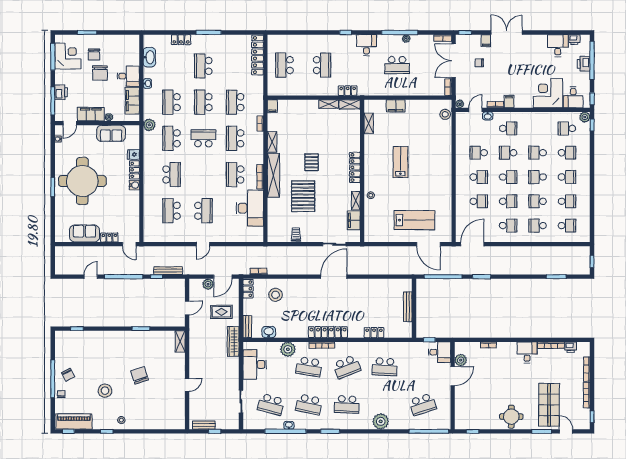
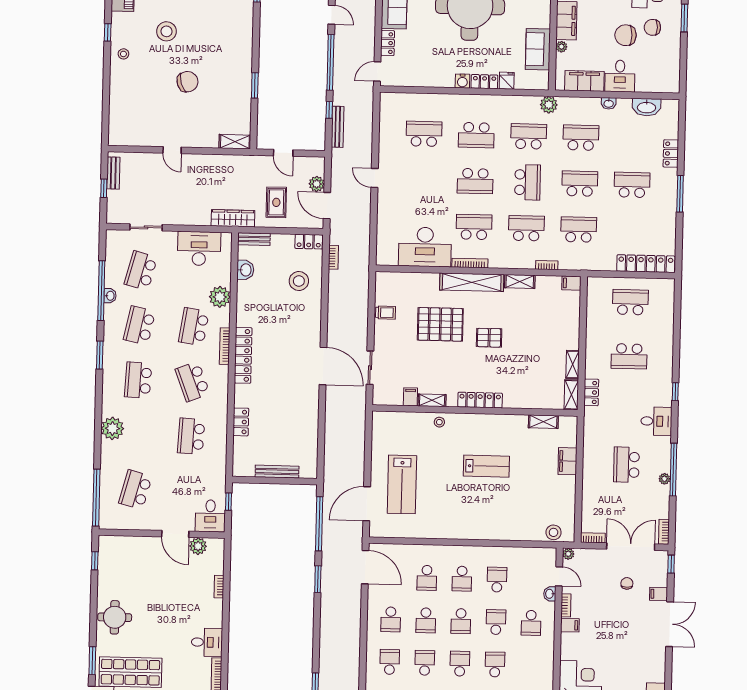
school desk: (203, 211) -> (475, 181), moved
filing cabinet: (354, 220) -> (410, 397), width x0.50
school desk: (423, 404) -> (135, 490), turned 33

